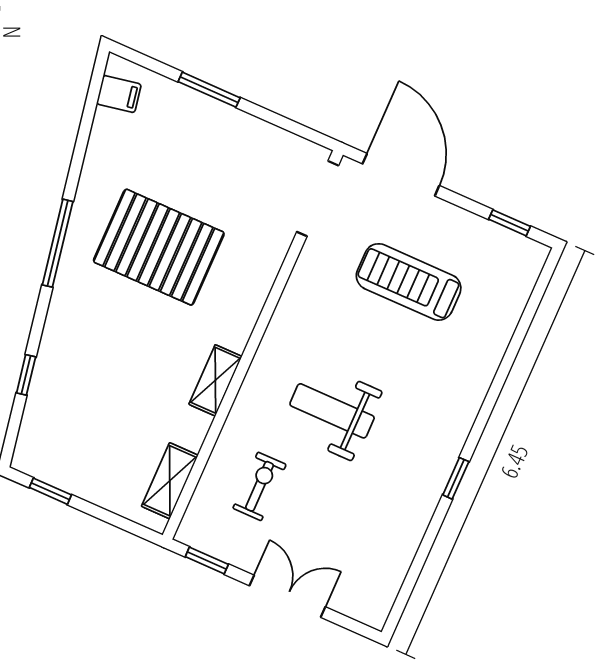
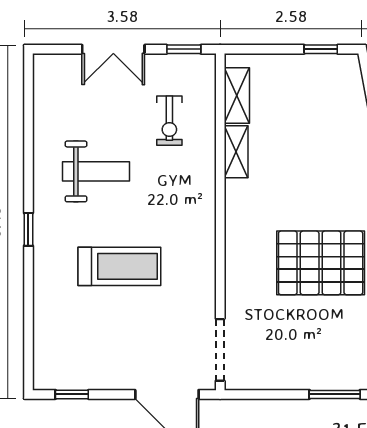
treadmill: (409, 282) -> (119, 266), moved
shelving: (215, 380) -> (236, 152), moved
weight bench: (332, 411) -> (96, 171), moved
window: (456, 478) -> (28, 229), moved

